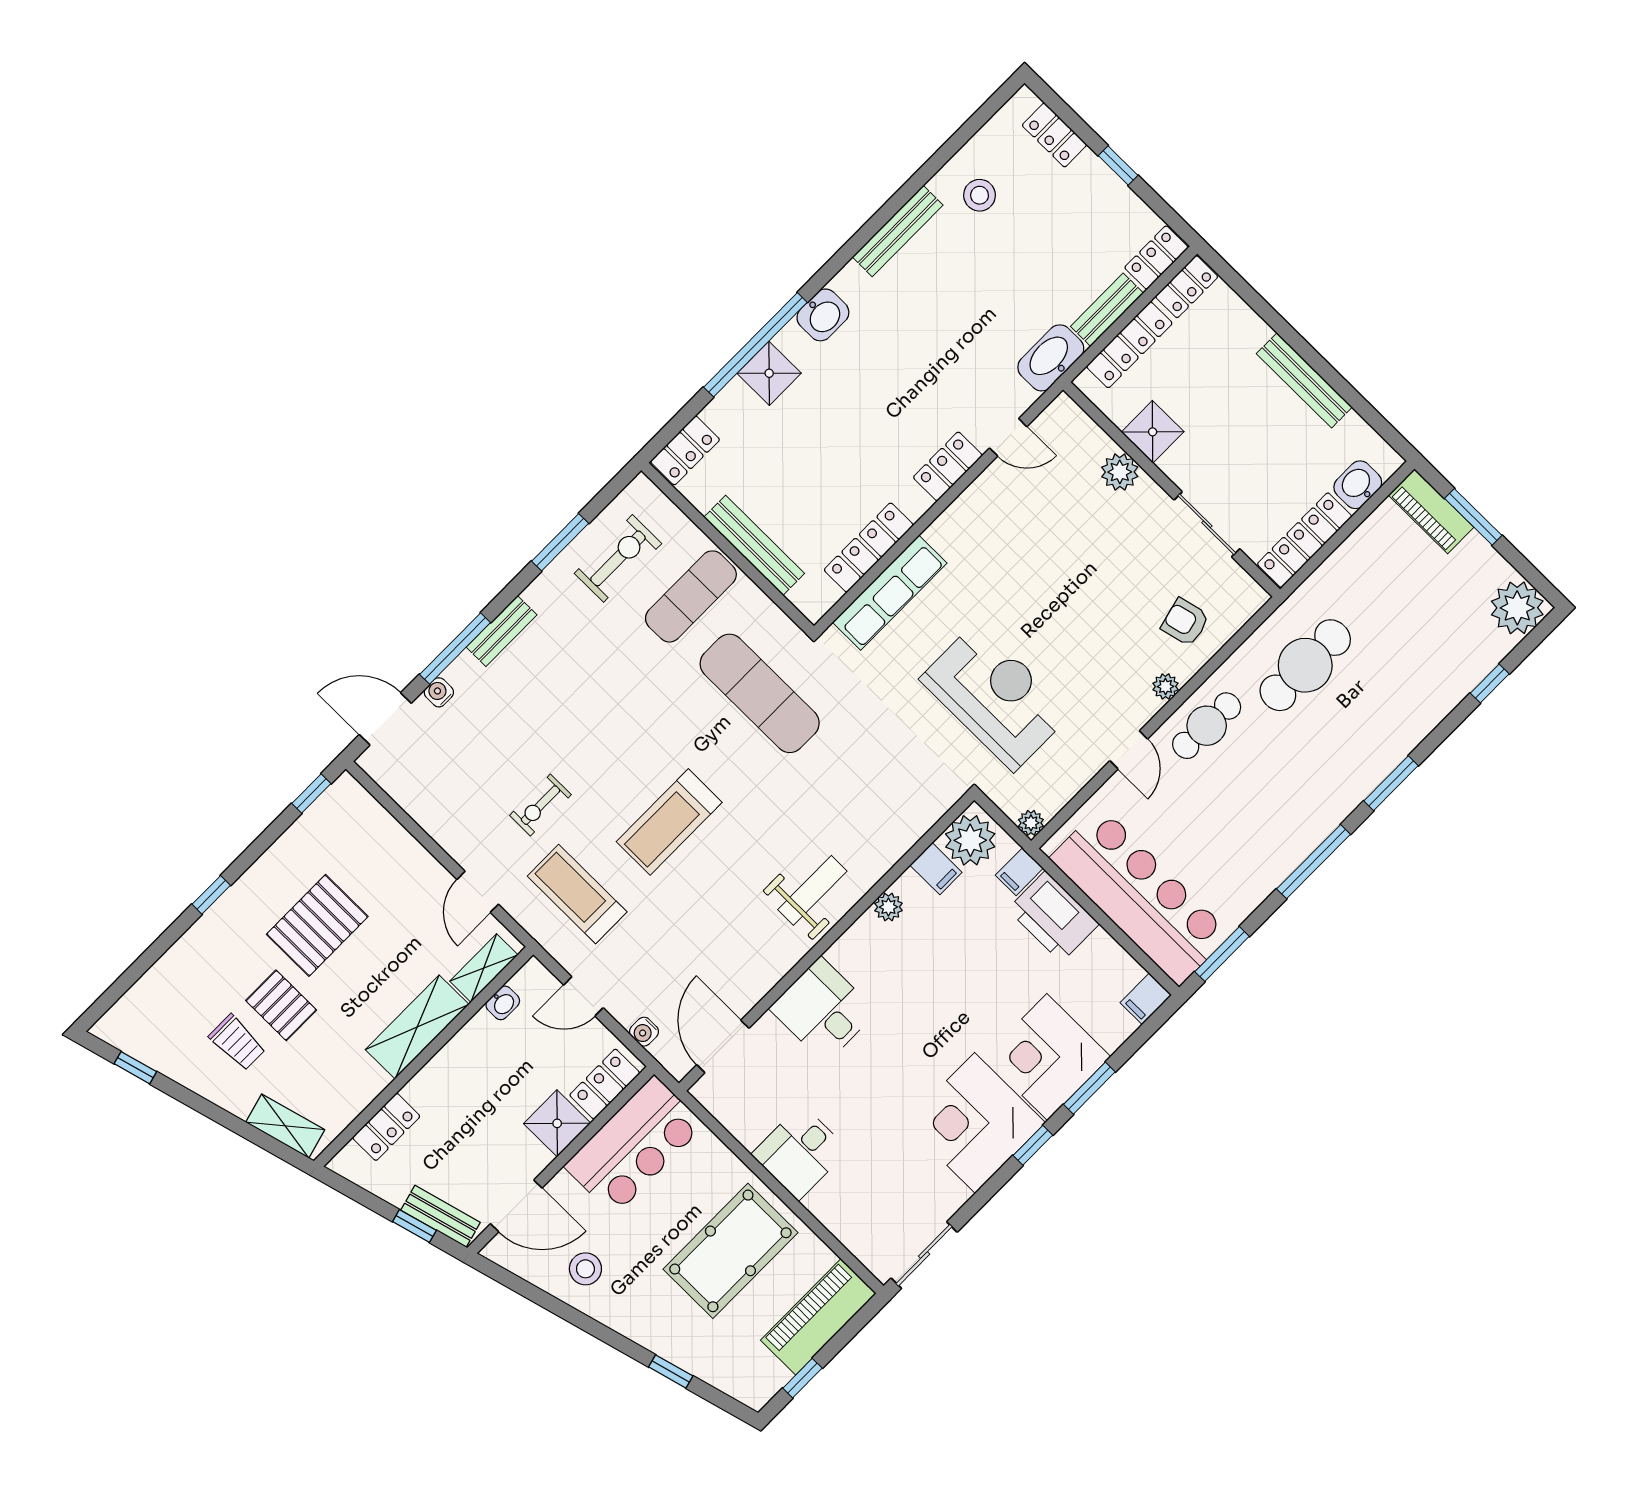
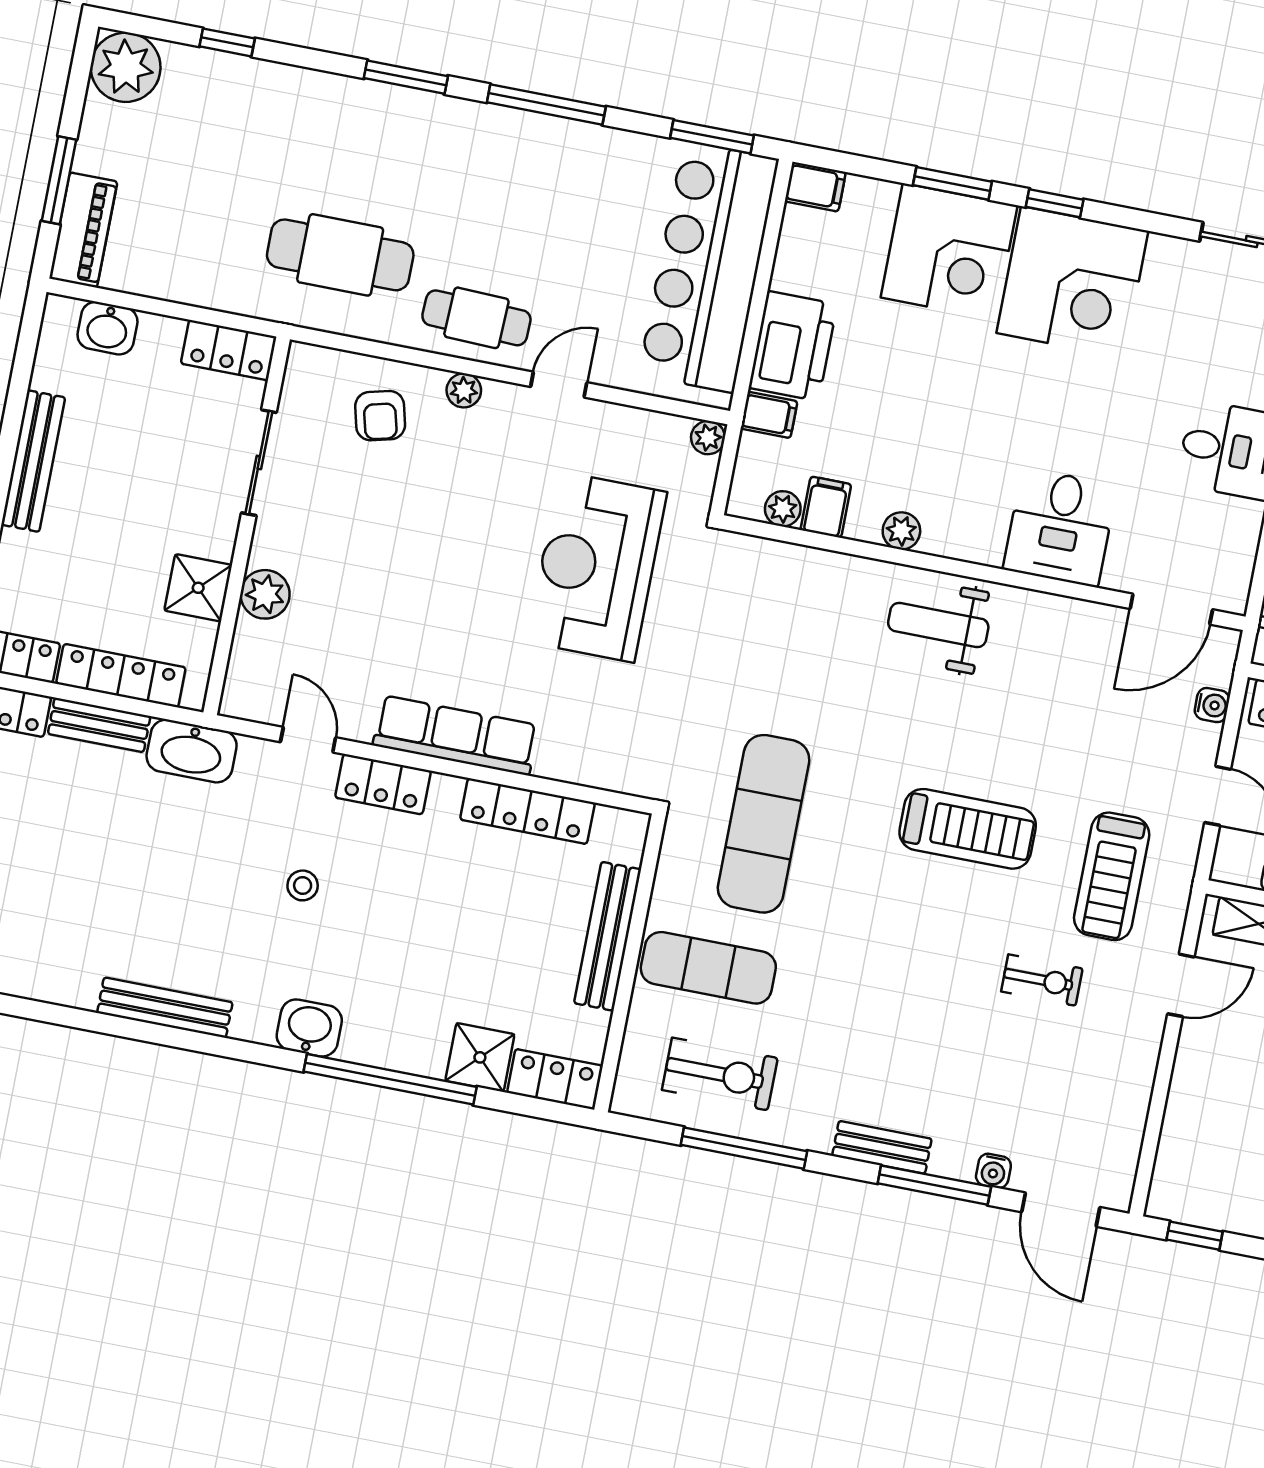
stool: (980, 195) -> (303, 885), moved, width x0.73, depth x0.73
shower: (769, 373) -> (480, 1057), moved
locker: (1305, 540) -> (229, 350), width x0.66
window: (560, 542) -> (744, 1148), width x1.44
exercise bike: (618, 558) -> (720, 1074), turned 180
row of seats: (890, 593) -> (456, 735), moved
plant: (970, 840) -> (783, 509), width x0.53, depth x0.53

